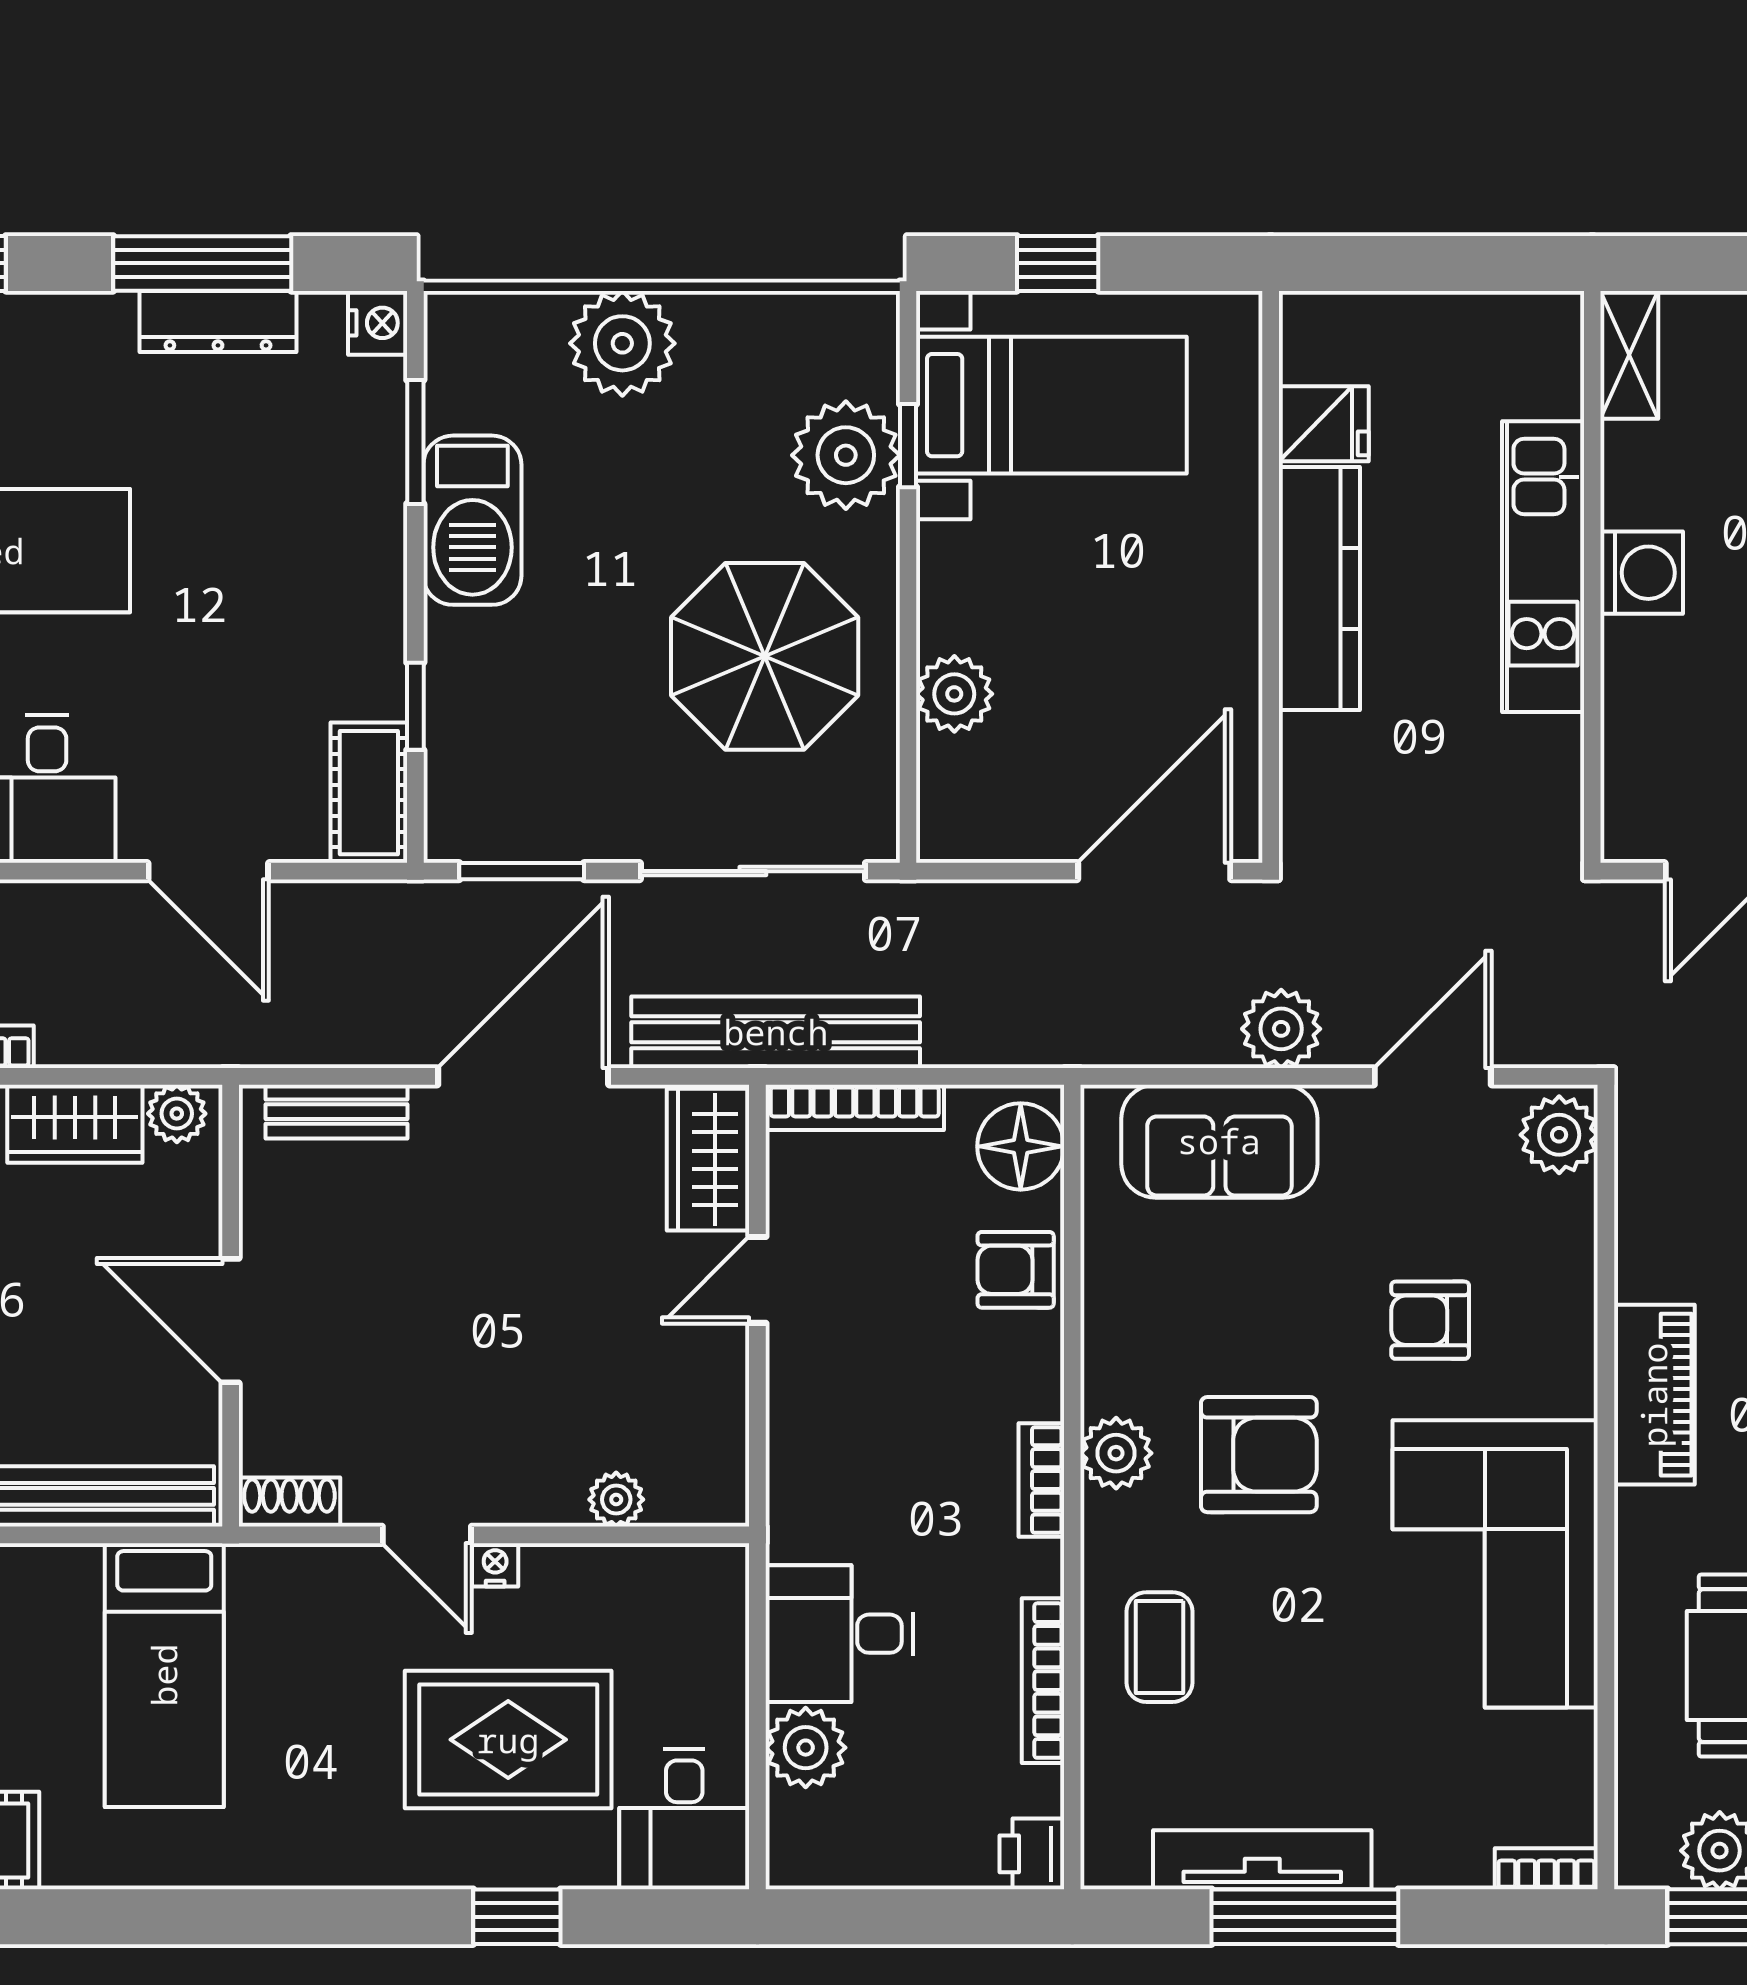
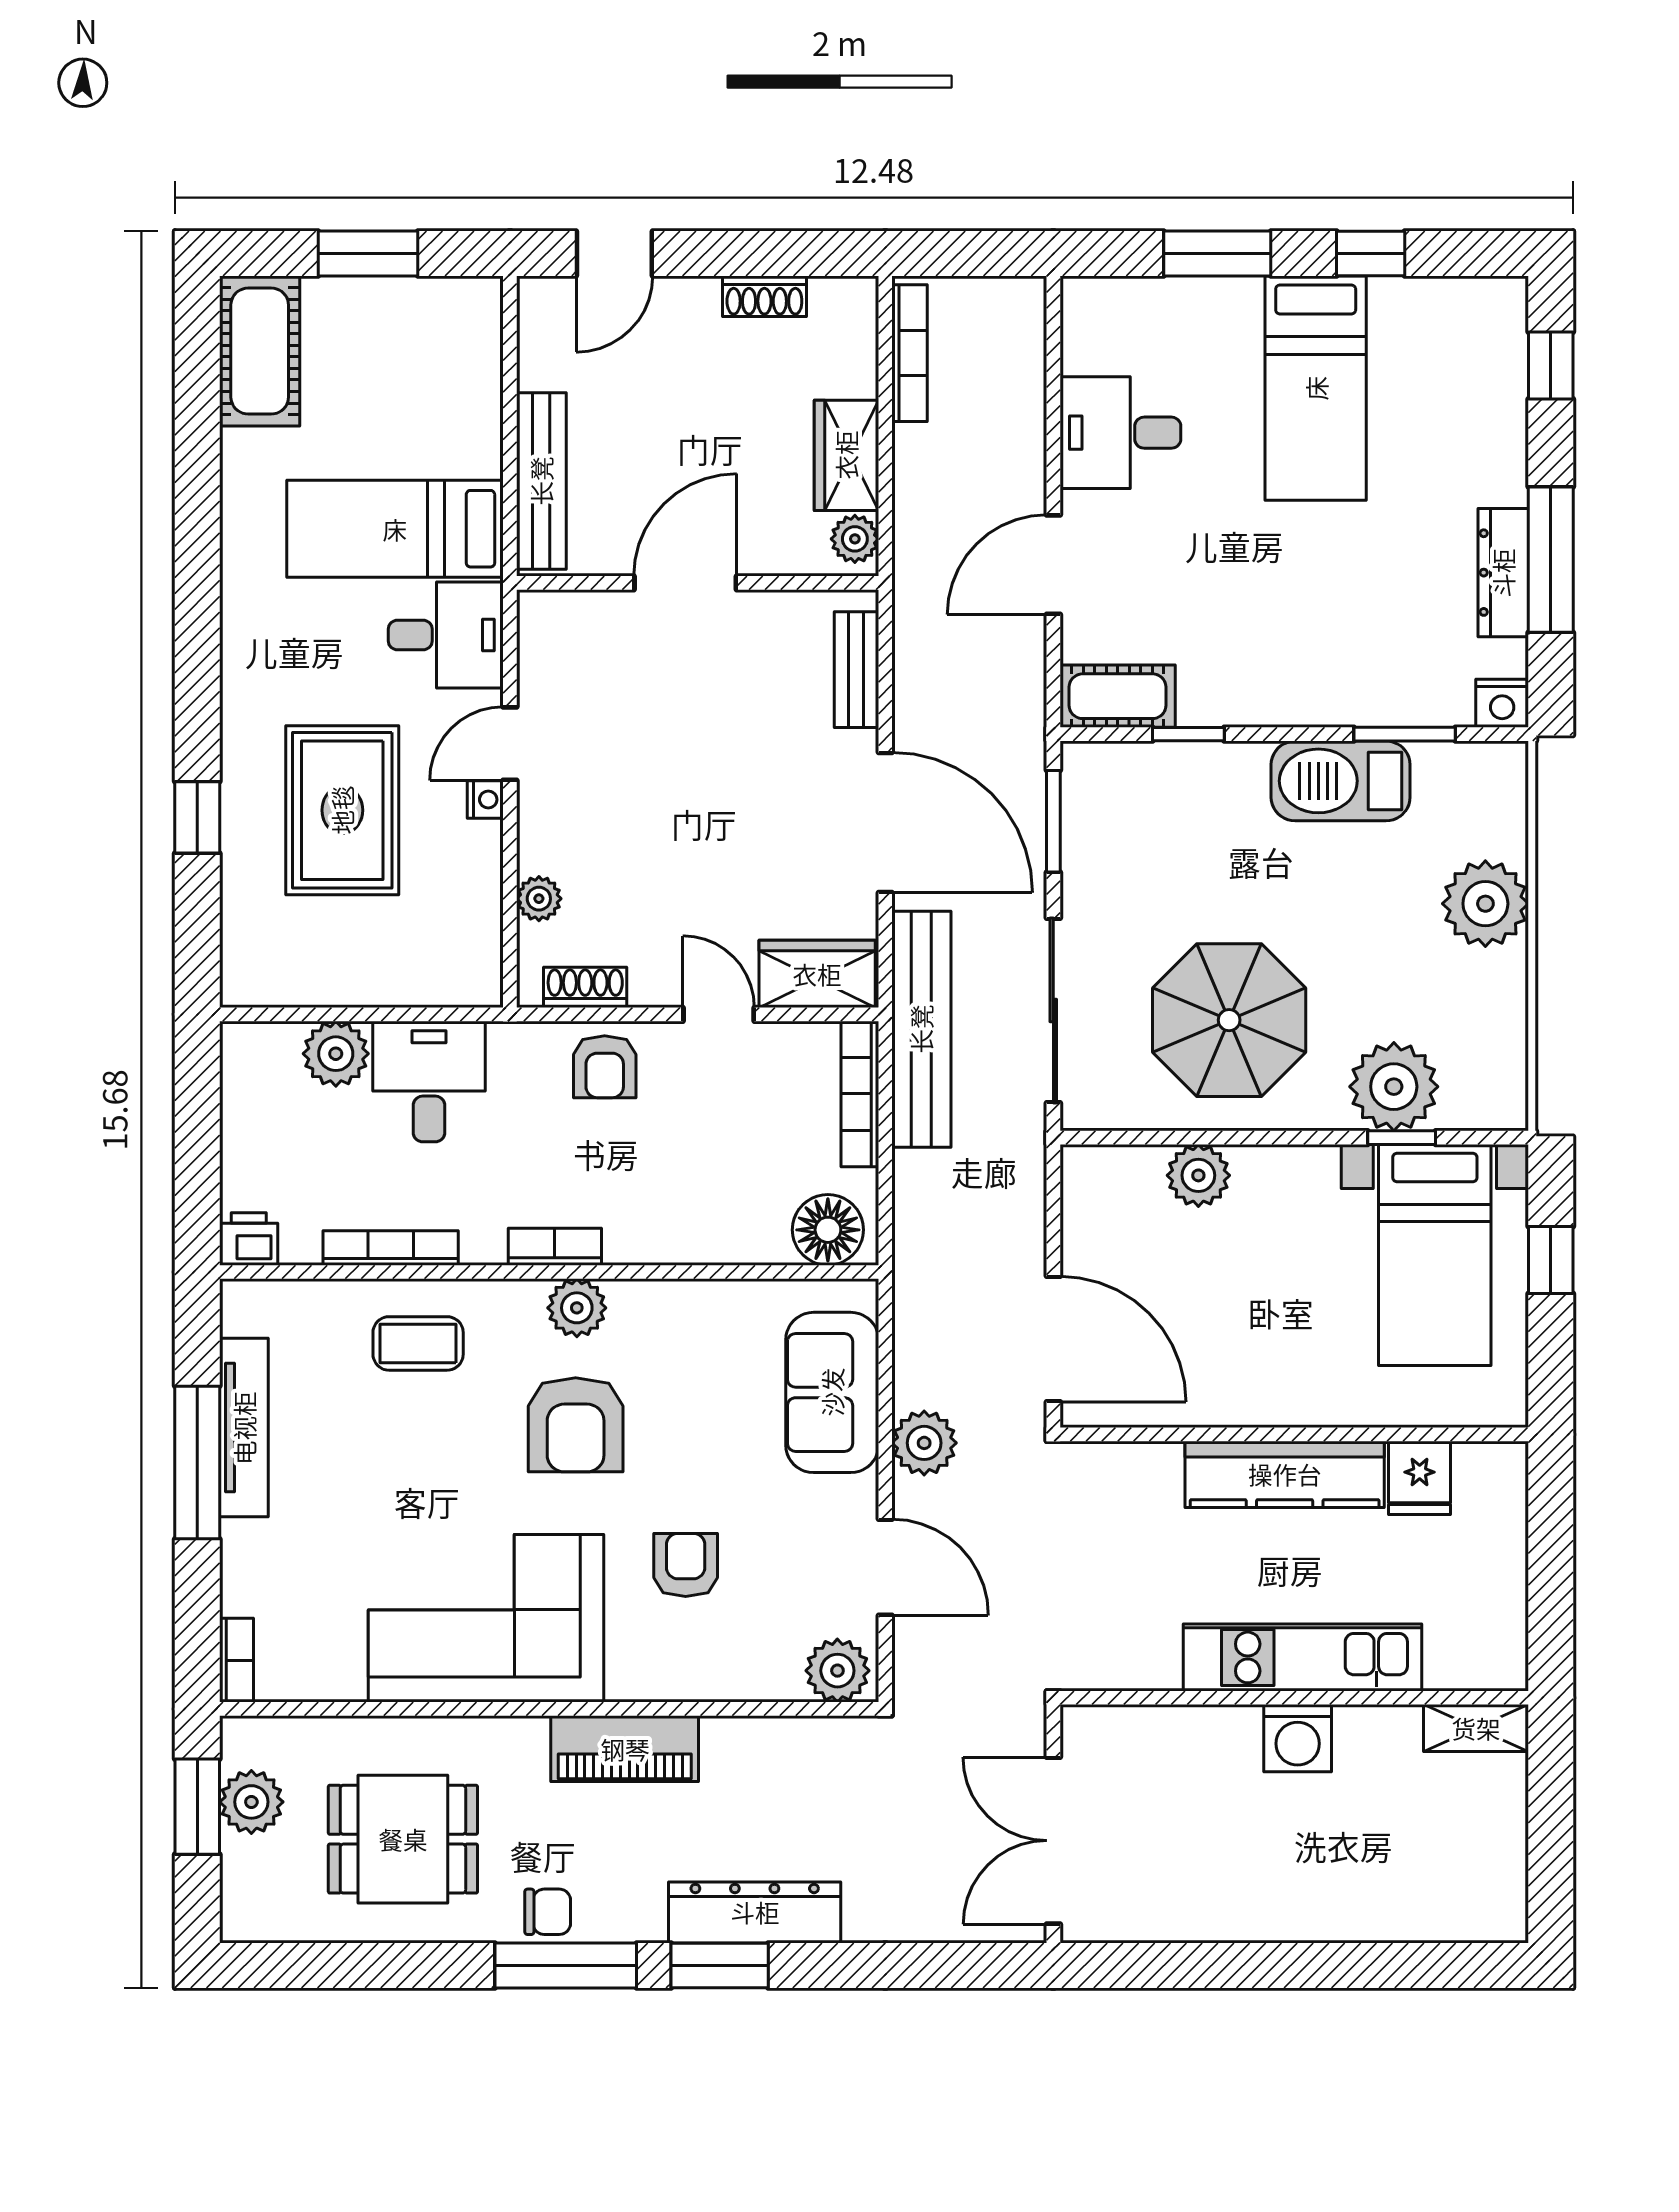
armchair: (1016, 1270) -> (605, 1067), moved, turned 180
shoe rack: (289, 1502) -> (585, 987), moved, turned -90
desk: (684, 1819) -> (446, 635), moved, turned 180

